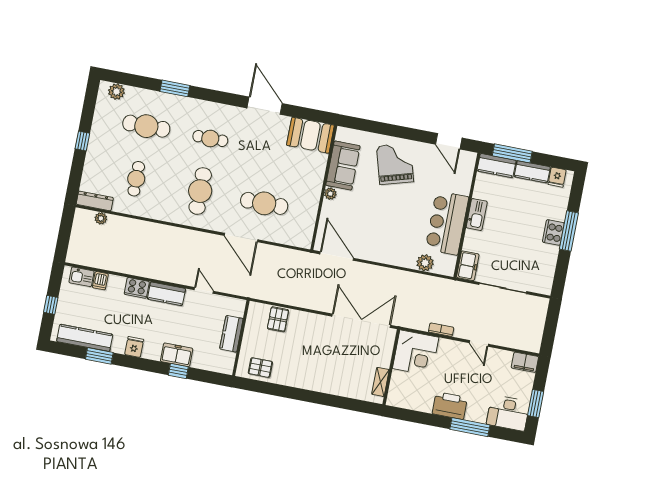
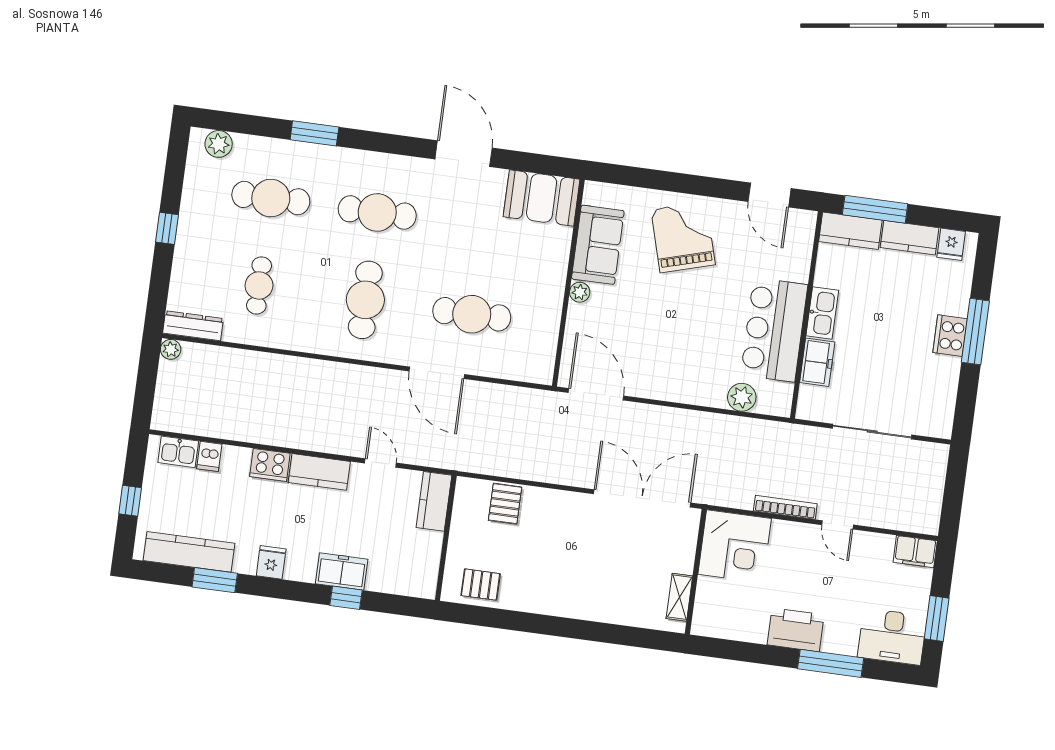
cafe table: (210, 138) -> (377, 212), width x1.37, depth x1.35
plant: (101, 218) -> (171, 349), moved
freezer: (468, 266) -> (817, 362), moved
bookcase: (441, 330) -> (785, 507), width x1.56
kitchen counter: (231, 334) -> (434, 501), moved

